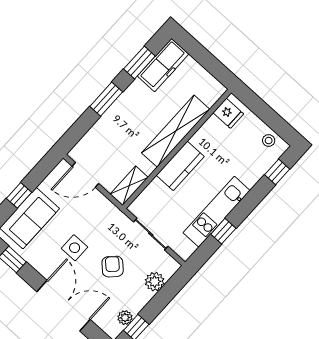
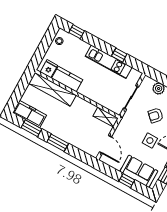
shelving: (176, 131) -> (52, 89), moved
kitchen counter: (180, 166) -> (67, 79), moved

